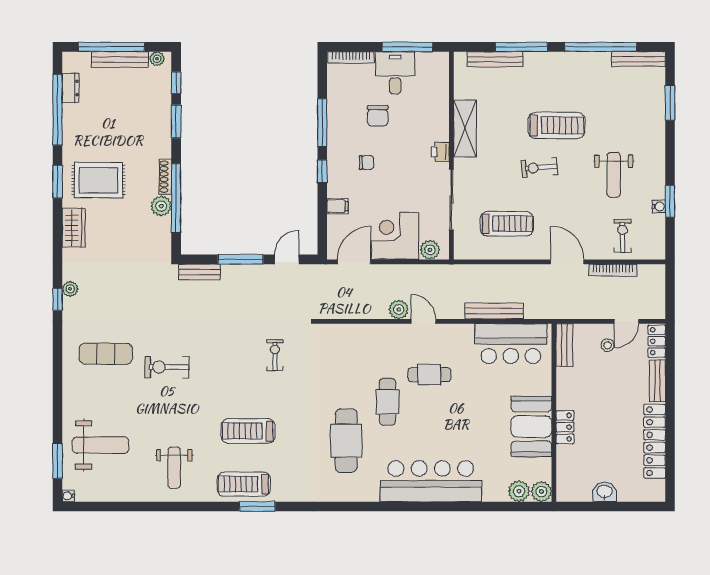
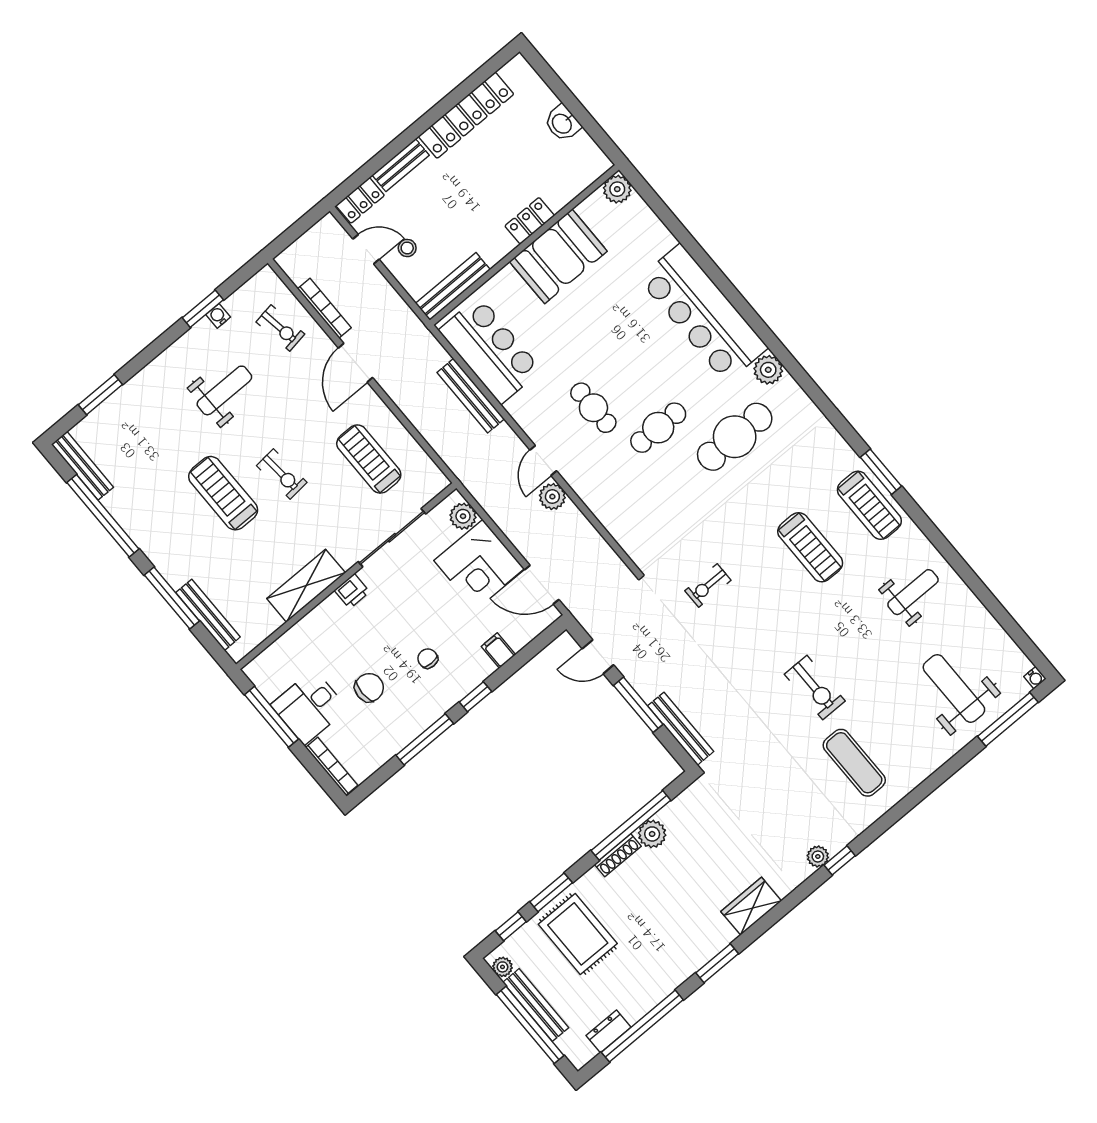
rug: (98, 180) -> (578, 934), moved
exercise bike: (623, 236) -> (280, 328), turned -99
bench: (199, 272) -> (681, 729), width x1.36
bench: (564, 345) -> (453, 286), width x1.36
window: (58, 461) -> (1008, 719), width x1.44
plant: (519, 491) -> (768, 370), moved

